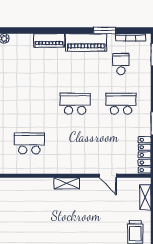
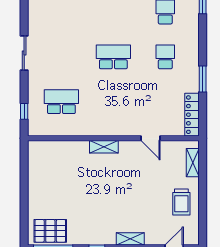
school desk: (121, 104) -> (165, 57), width x0.54

